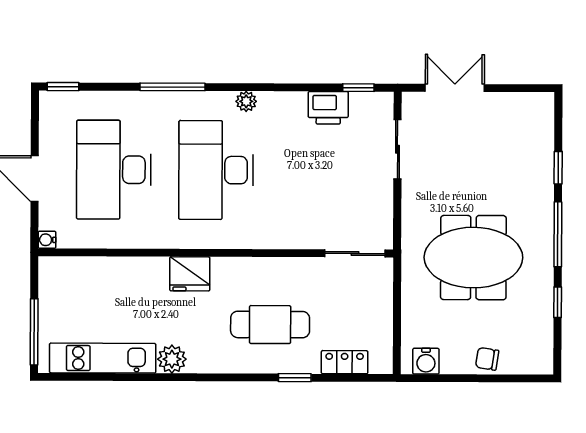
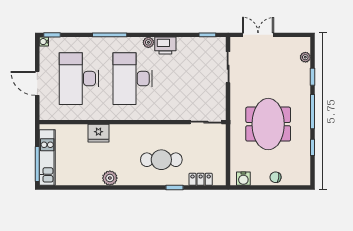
printer: (328, 108) -> (165, 46), moved
plant: (544, 131) -> (305, 57), added
water cooler: (47, 240) -> (44, 42), moved
meeting table: (473, 258) -> (268, 124), turned 90
fridge: (190, 274) -> (98, 133), moved
kitchen unit: (103, 358) -> (47, 158), moved, turned 90

